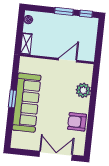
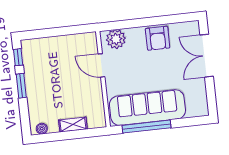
wall: (57, 59) -> (103, 79), moved
door: (67, 60) -> (102, 65), moved
window: (12, 99) -> (147, 127), width x2.11

